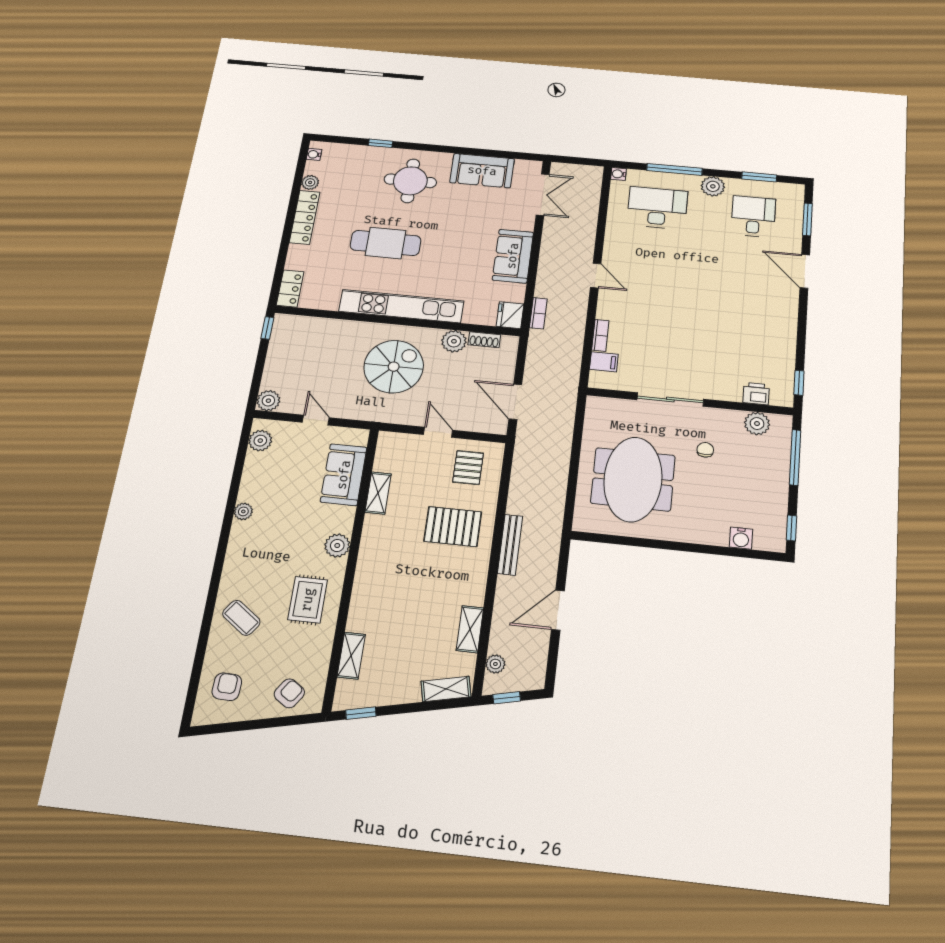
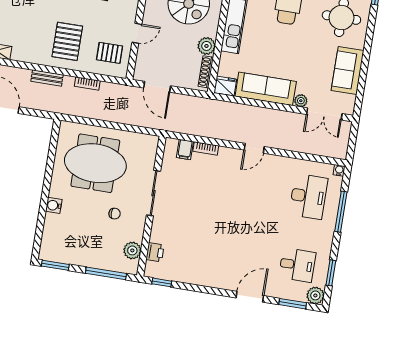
plant: (713, 186) -> (315, 295), moved
plant: (526, 223) -> (301, 101), added
sofa: (513, 256) -> (266, 89), width x1.36
bookcase: (538, 313) -> (87, 84), moved
shoe rack: (484, 340) -> (206, 72), width x1.43
door: (515, 402) -> (157, 87), swing flipped
window: (792, 528) -> (55, 265), width x1.50
water cooler: (741, 538) -> (54, 205), moved
bench: (510, 545) -> (47, 78), width x0.73

